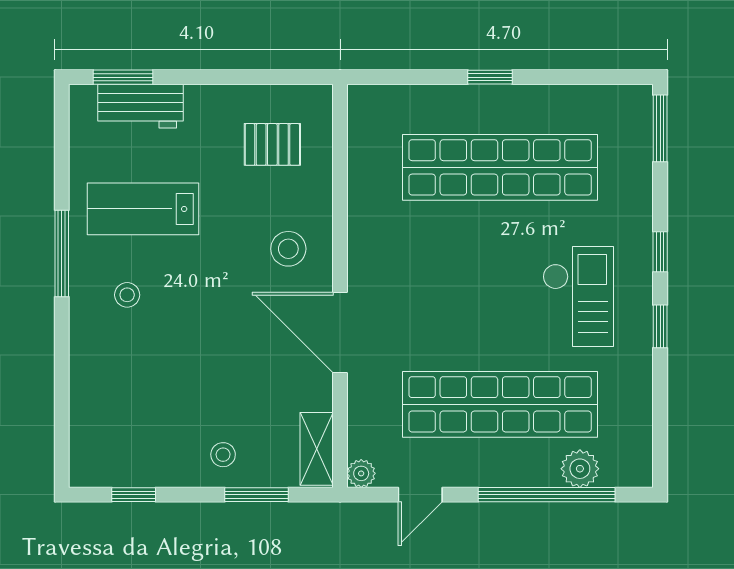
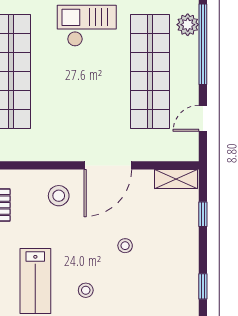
stool: (223, 455) -> (125, 246), moved
plant: (361, 473) -> (190, 153), removed
window: (257, 495) -> (203, 214), width x0.67
door: (420, 495) -> (203, 118), swing flipped

